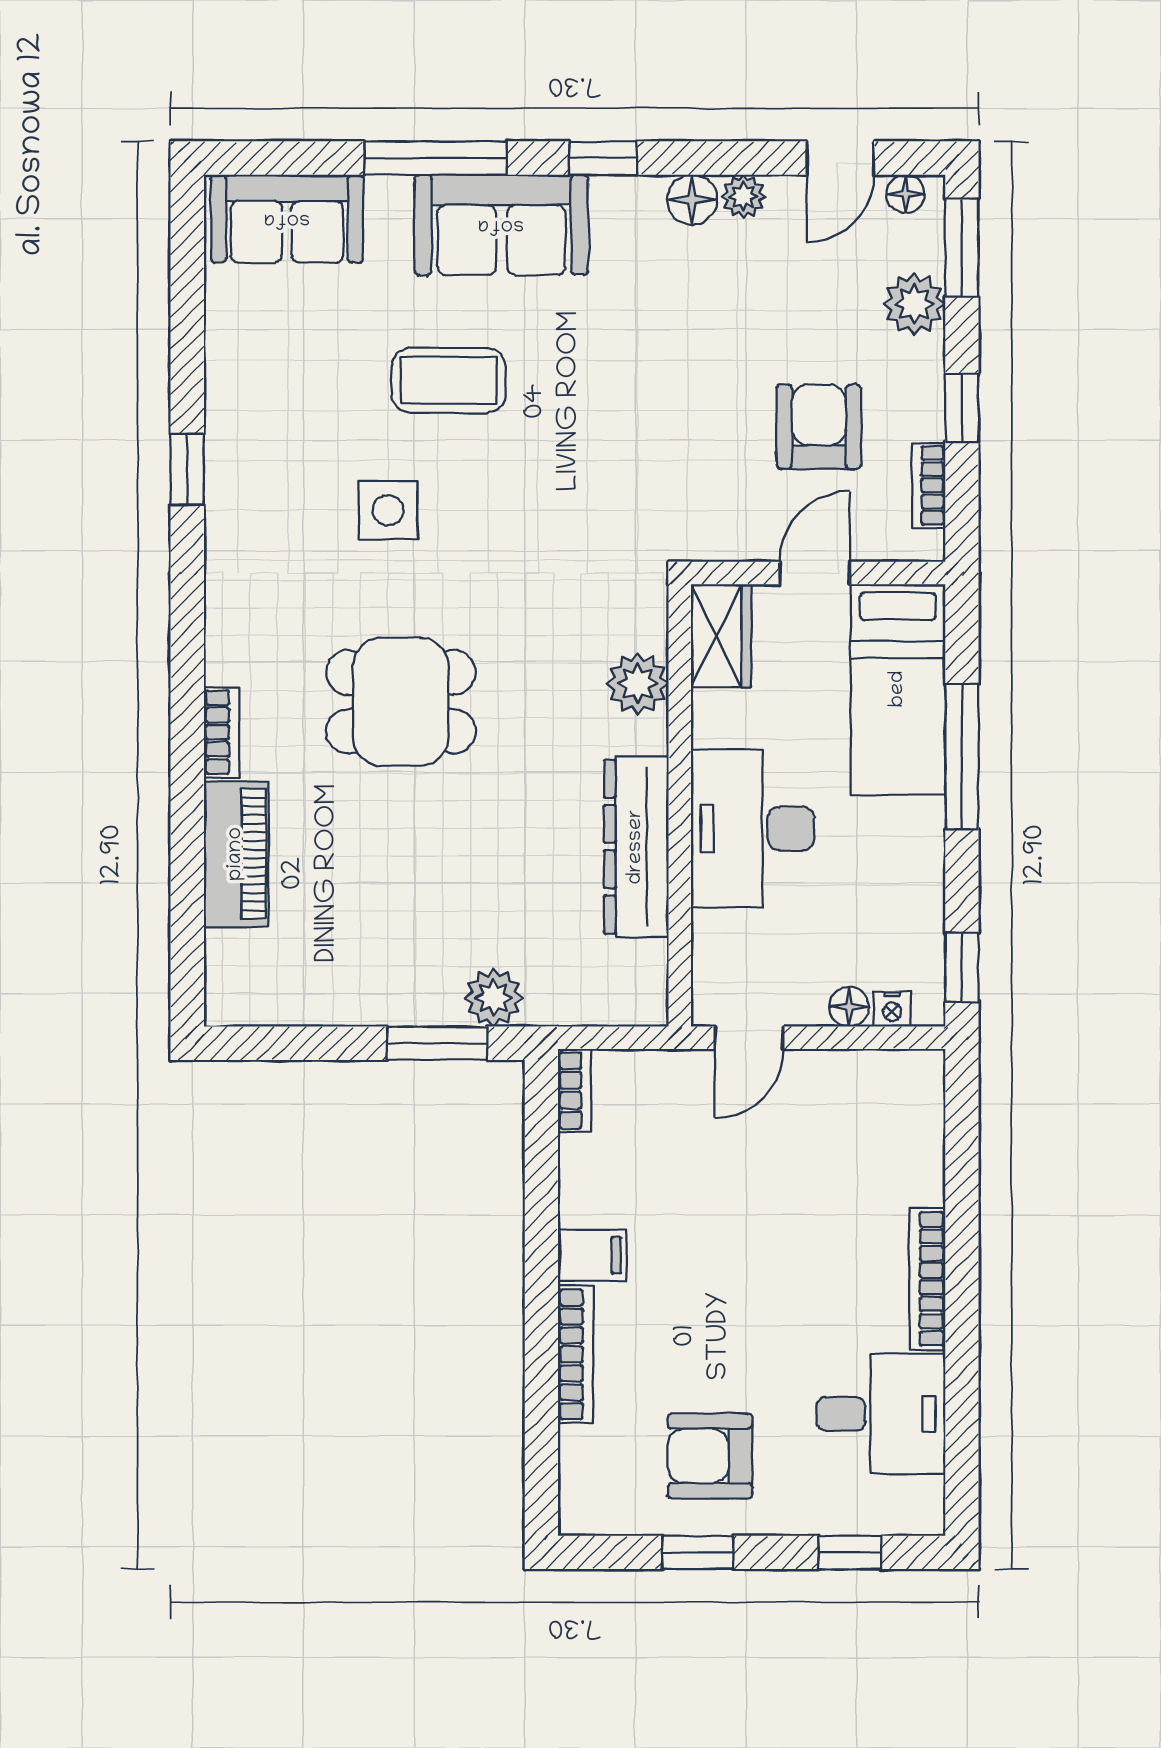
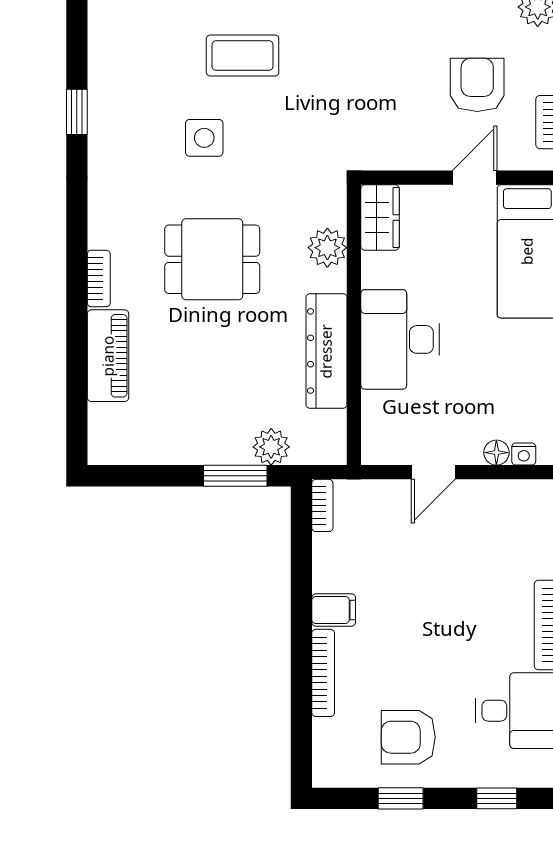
wardrobe: (721, 636) -> (380, 217), moved
plant: (638, 684) -> (327, 248), moved
wall: (680, 805) -> (354, 325), moved
desk: (753, 828) -> (400, 339), moved
dresser: (636, 847) -> (326, 351), moved

